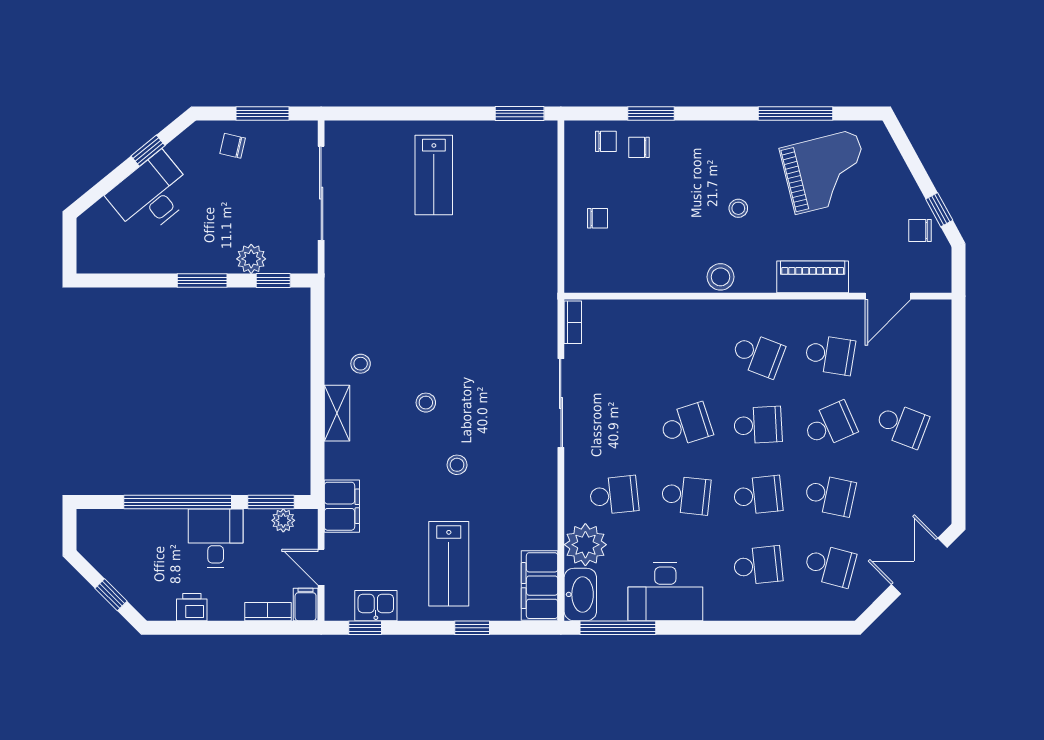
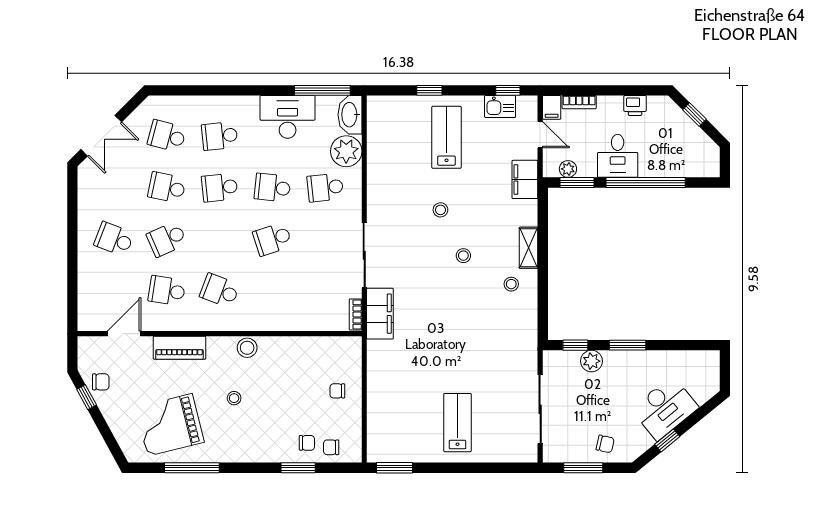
school desk: (758, 425) -> (220, 239), removed
filing cabinet: (540, 586) -> (380, 314), moved

